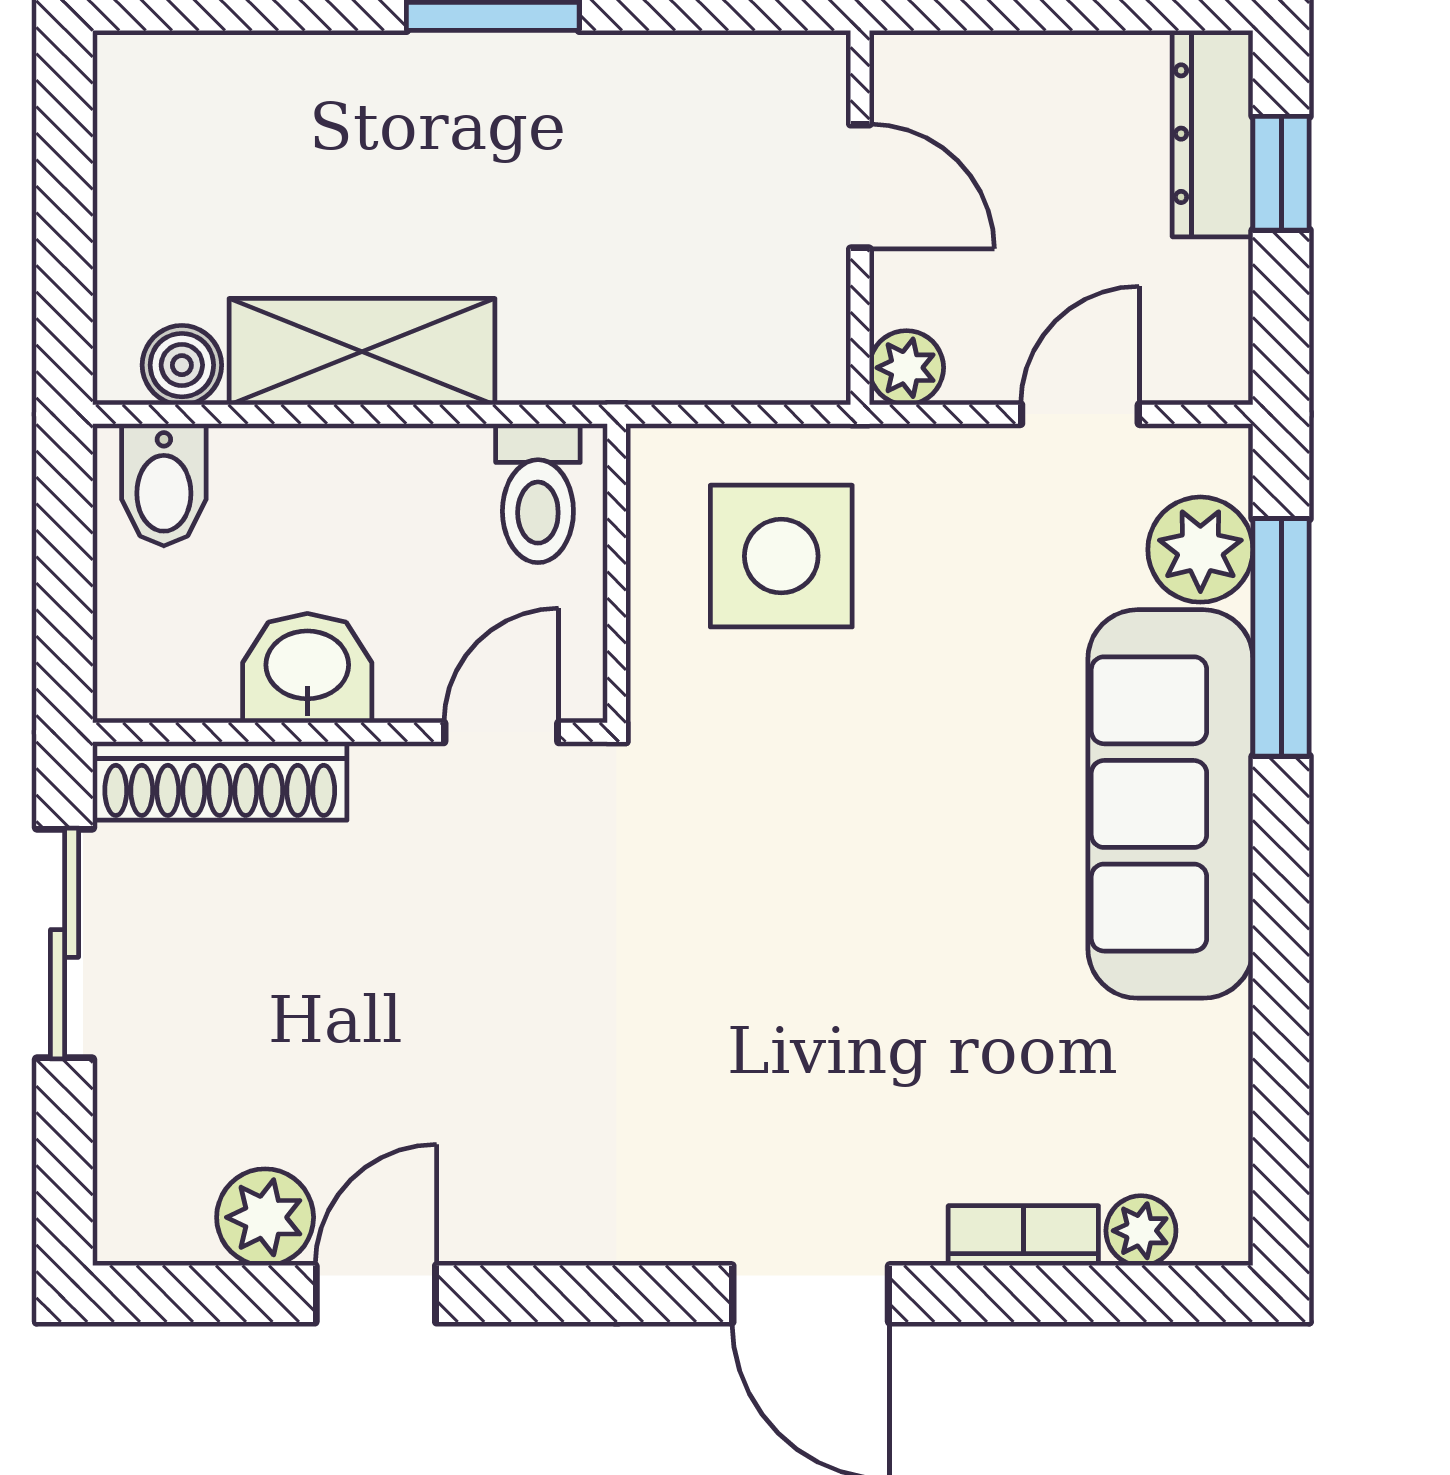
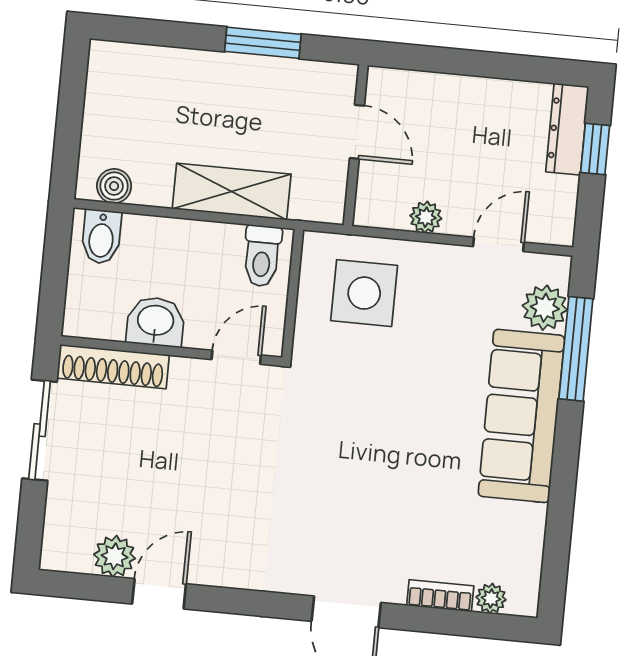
door: (860, 186) -> (357, 132), moved
wall: (860, 218) -> (356, 145), moved
shelving: (362, 352) -> (232, 191), moved

